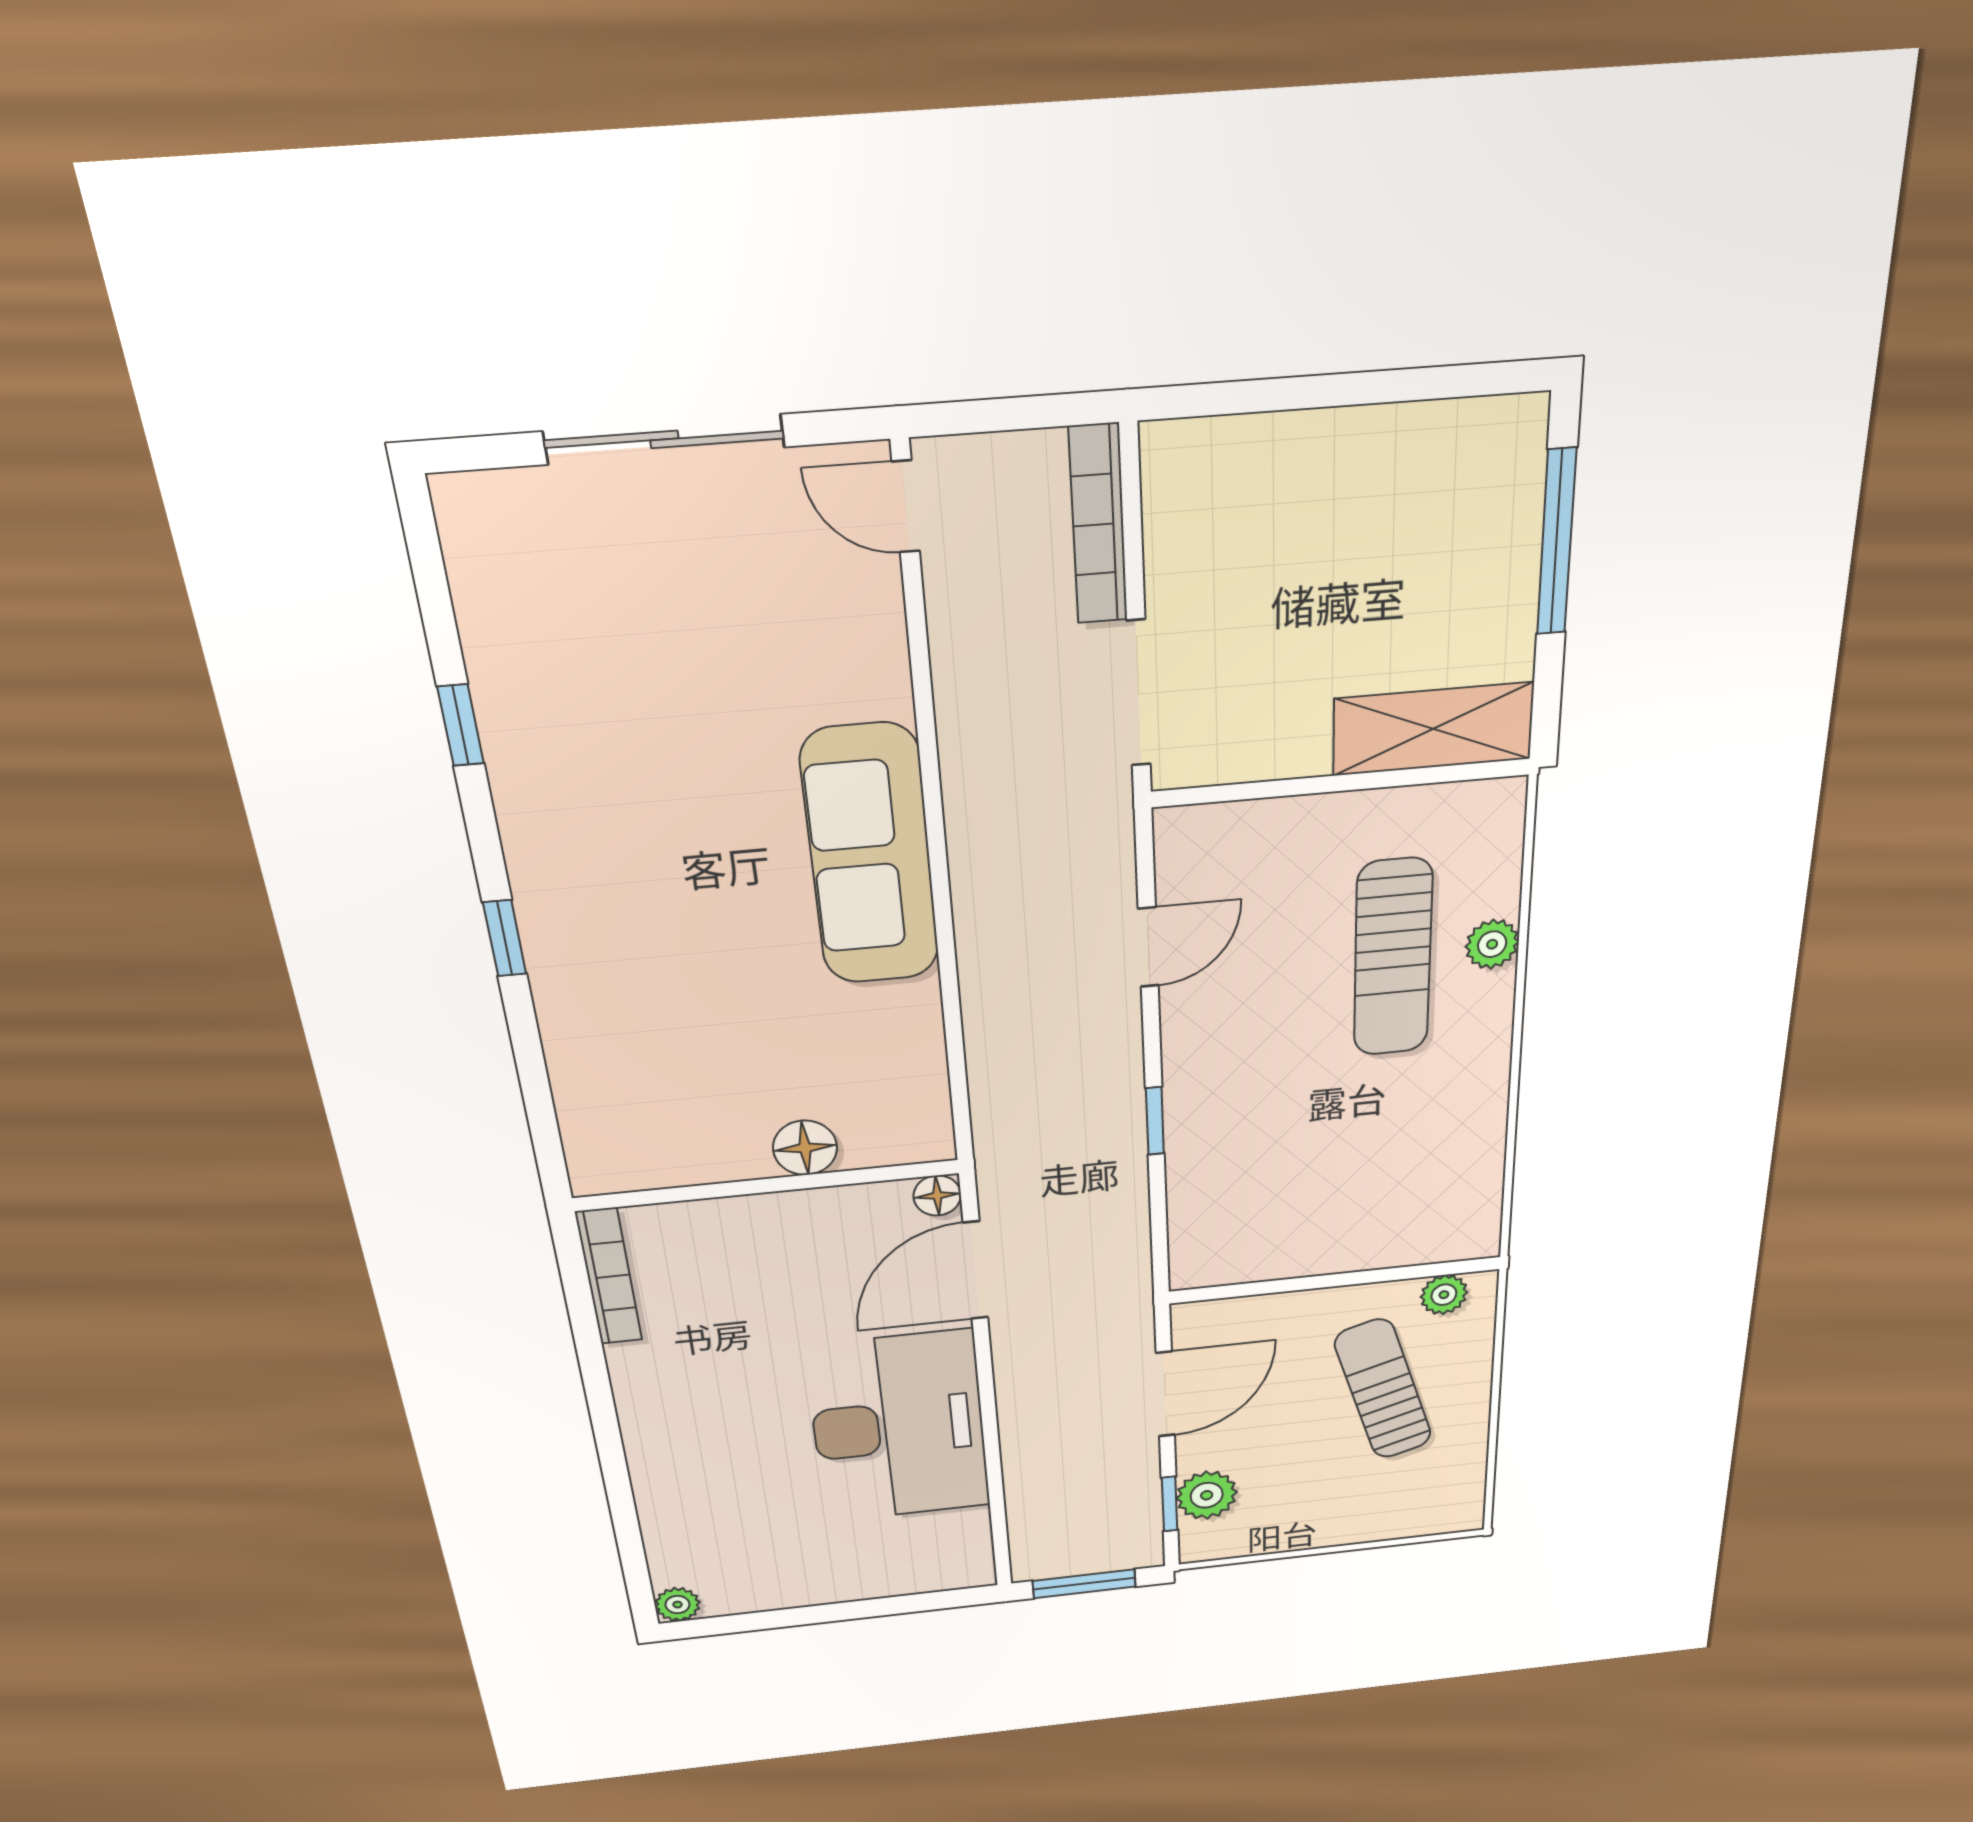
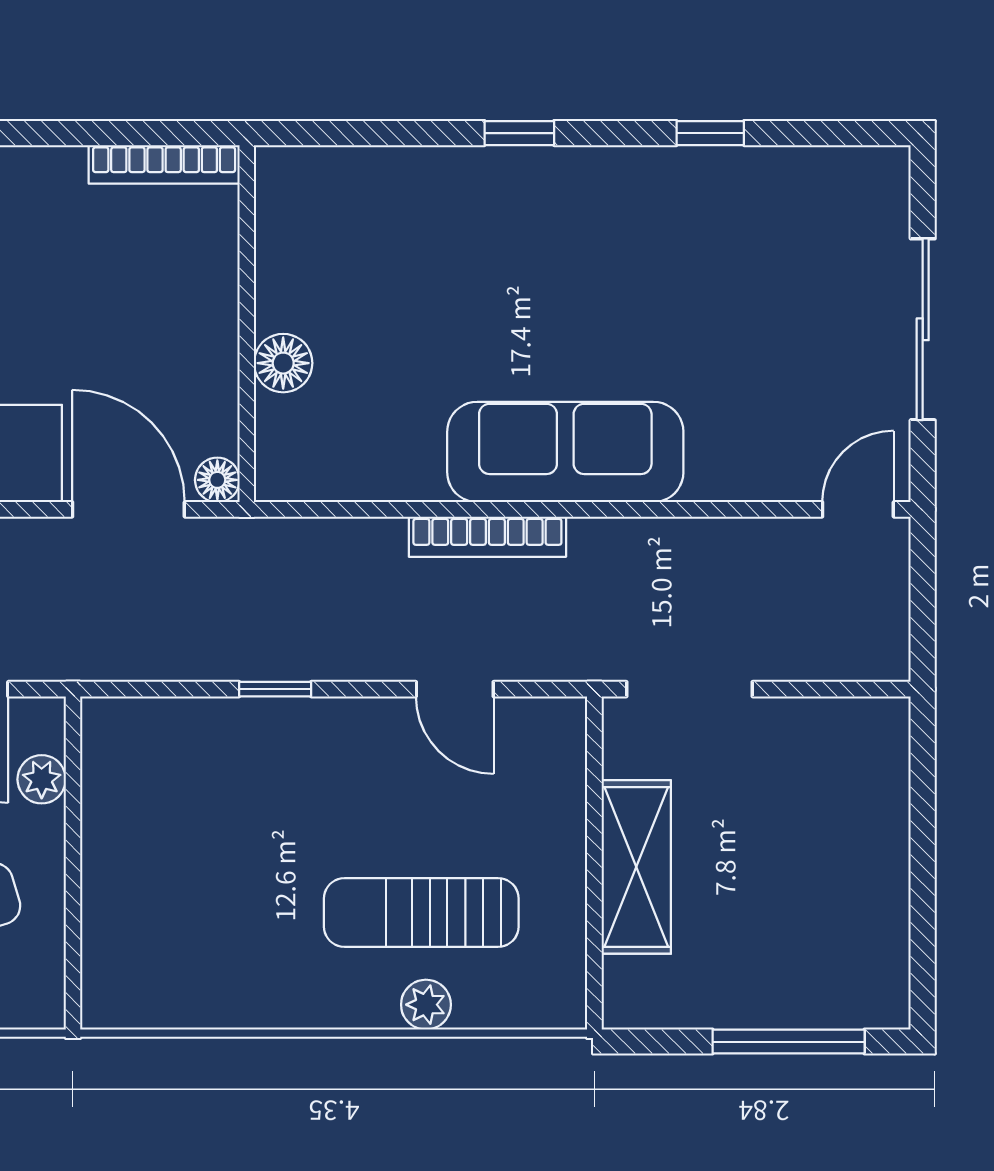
bookcase: (1098, 525) -> (487, 537), moved, turned 180
shelving: (1433, 729) -> (636, 867), moved
plant: (1444, 1295) -> (42, 779), moved

